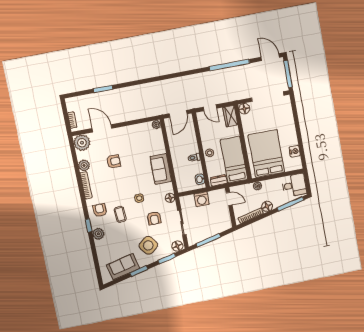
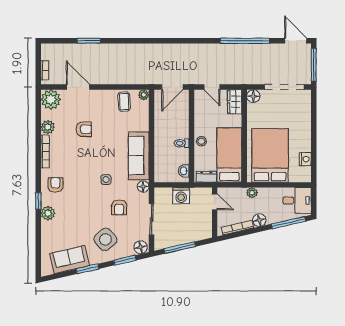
sofa: (161, 169) -> (139, 156), width x1.36
coffee table: (120, 214) -> (124, 102), moved

